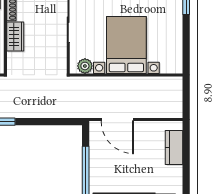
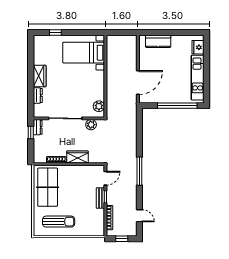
bed with nightstands: (126, 45) -> (84, 53), moved, width x0.73
plant: (60, 55) -> (91, 125), added

